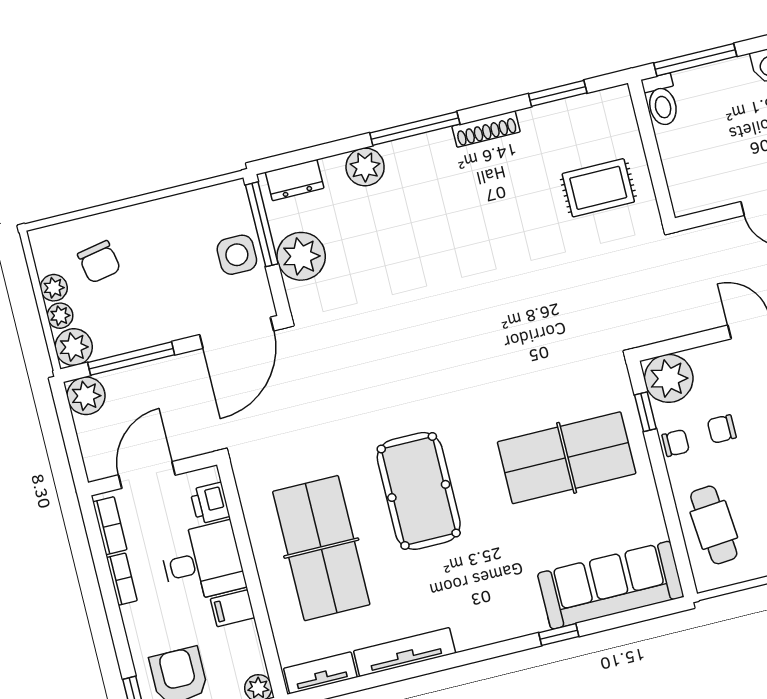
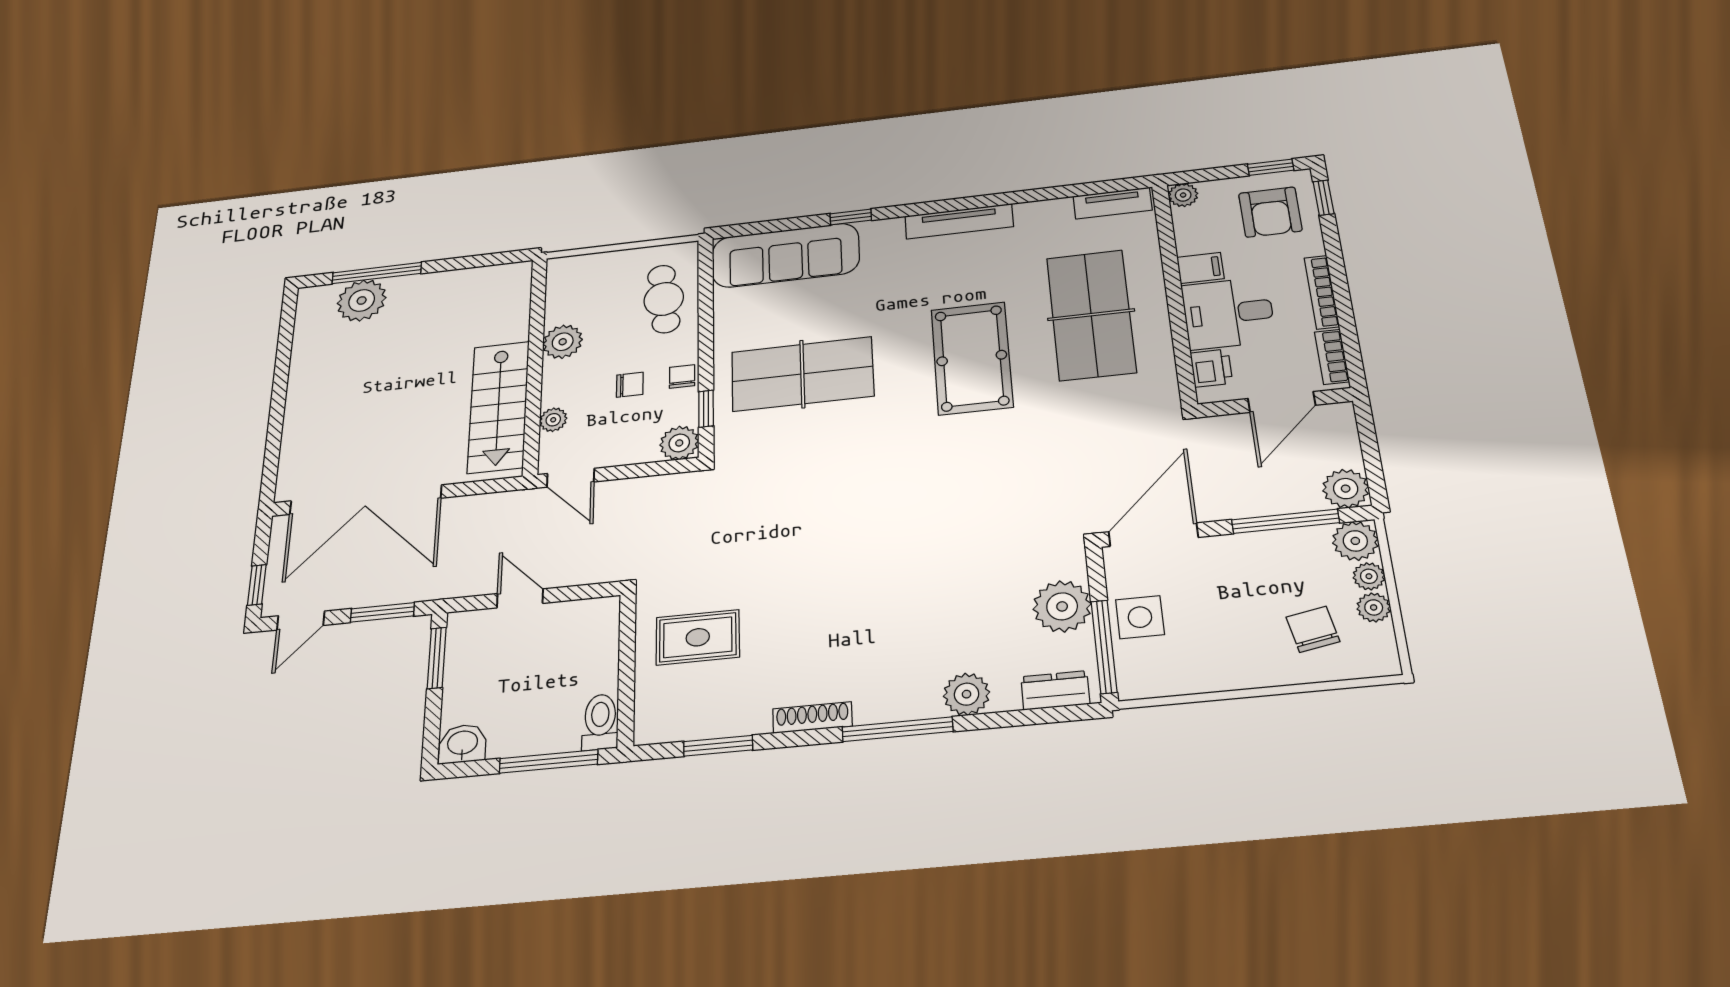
plant: (669, 378) -> (679, 443), width x0.73, depth x0.73
chair: (676, 443) -> (682, 376), turned 90
bookcase: (122, 579) -> (1322, 292), width x1.56
tv unit: (405, 652) -> (959, 221), moved

